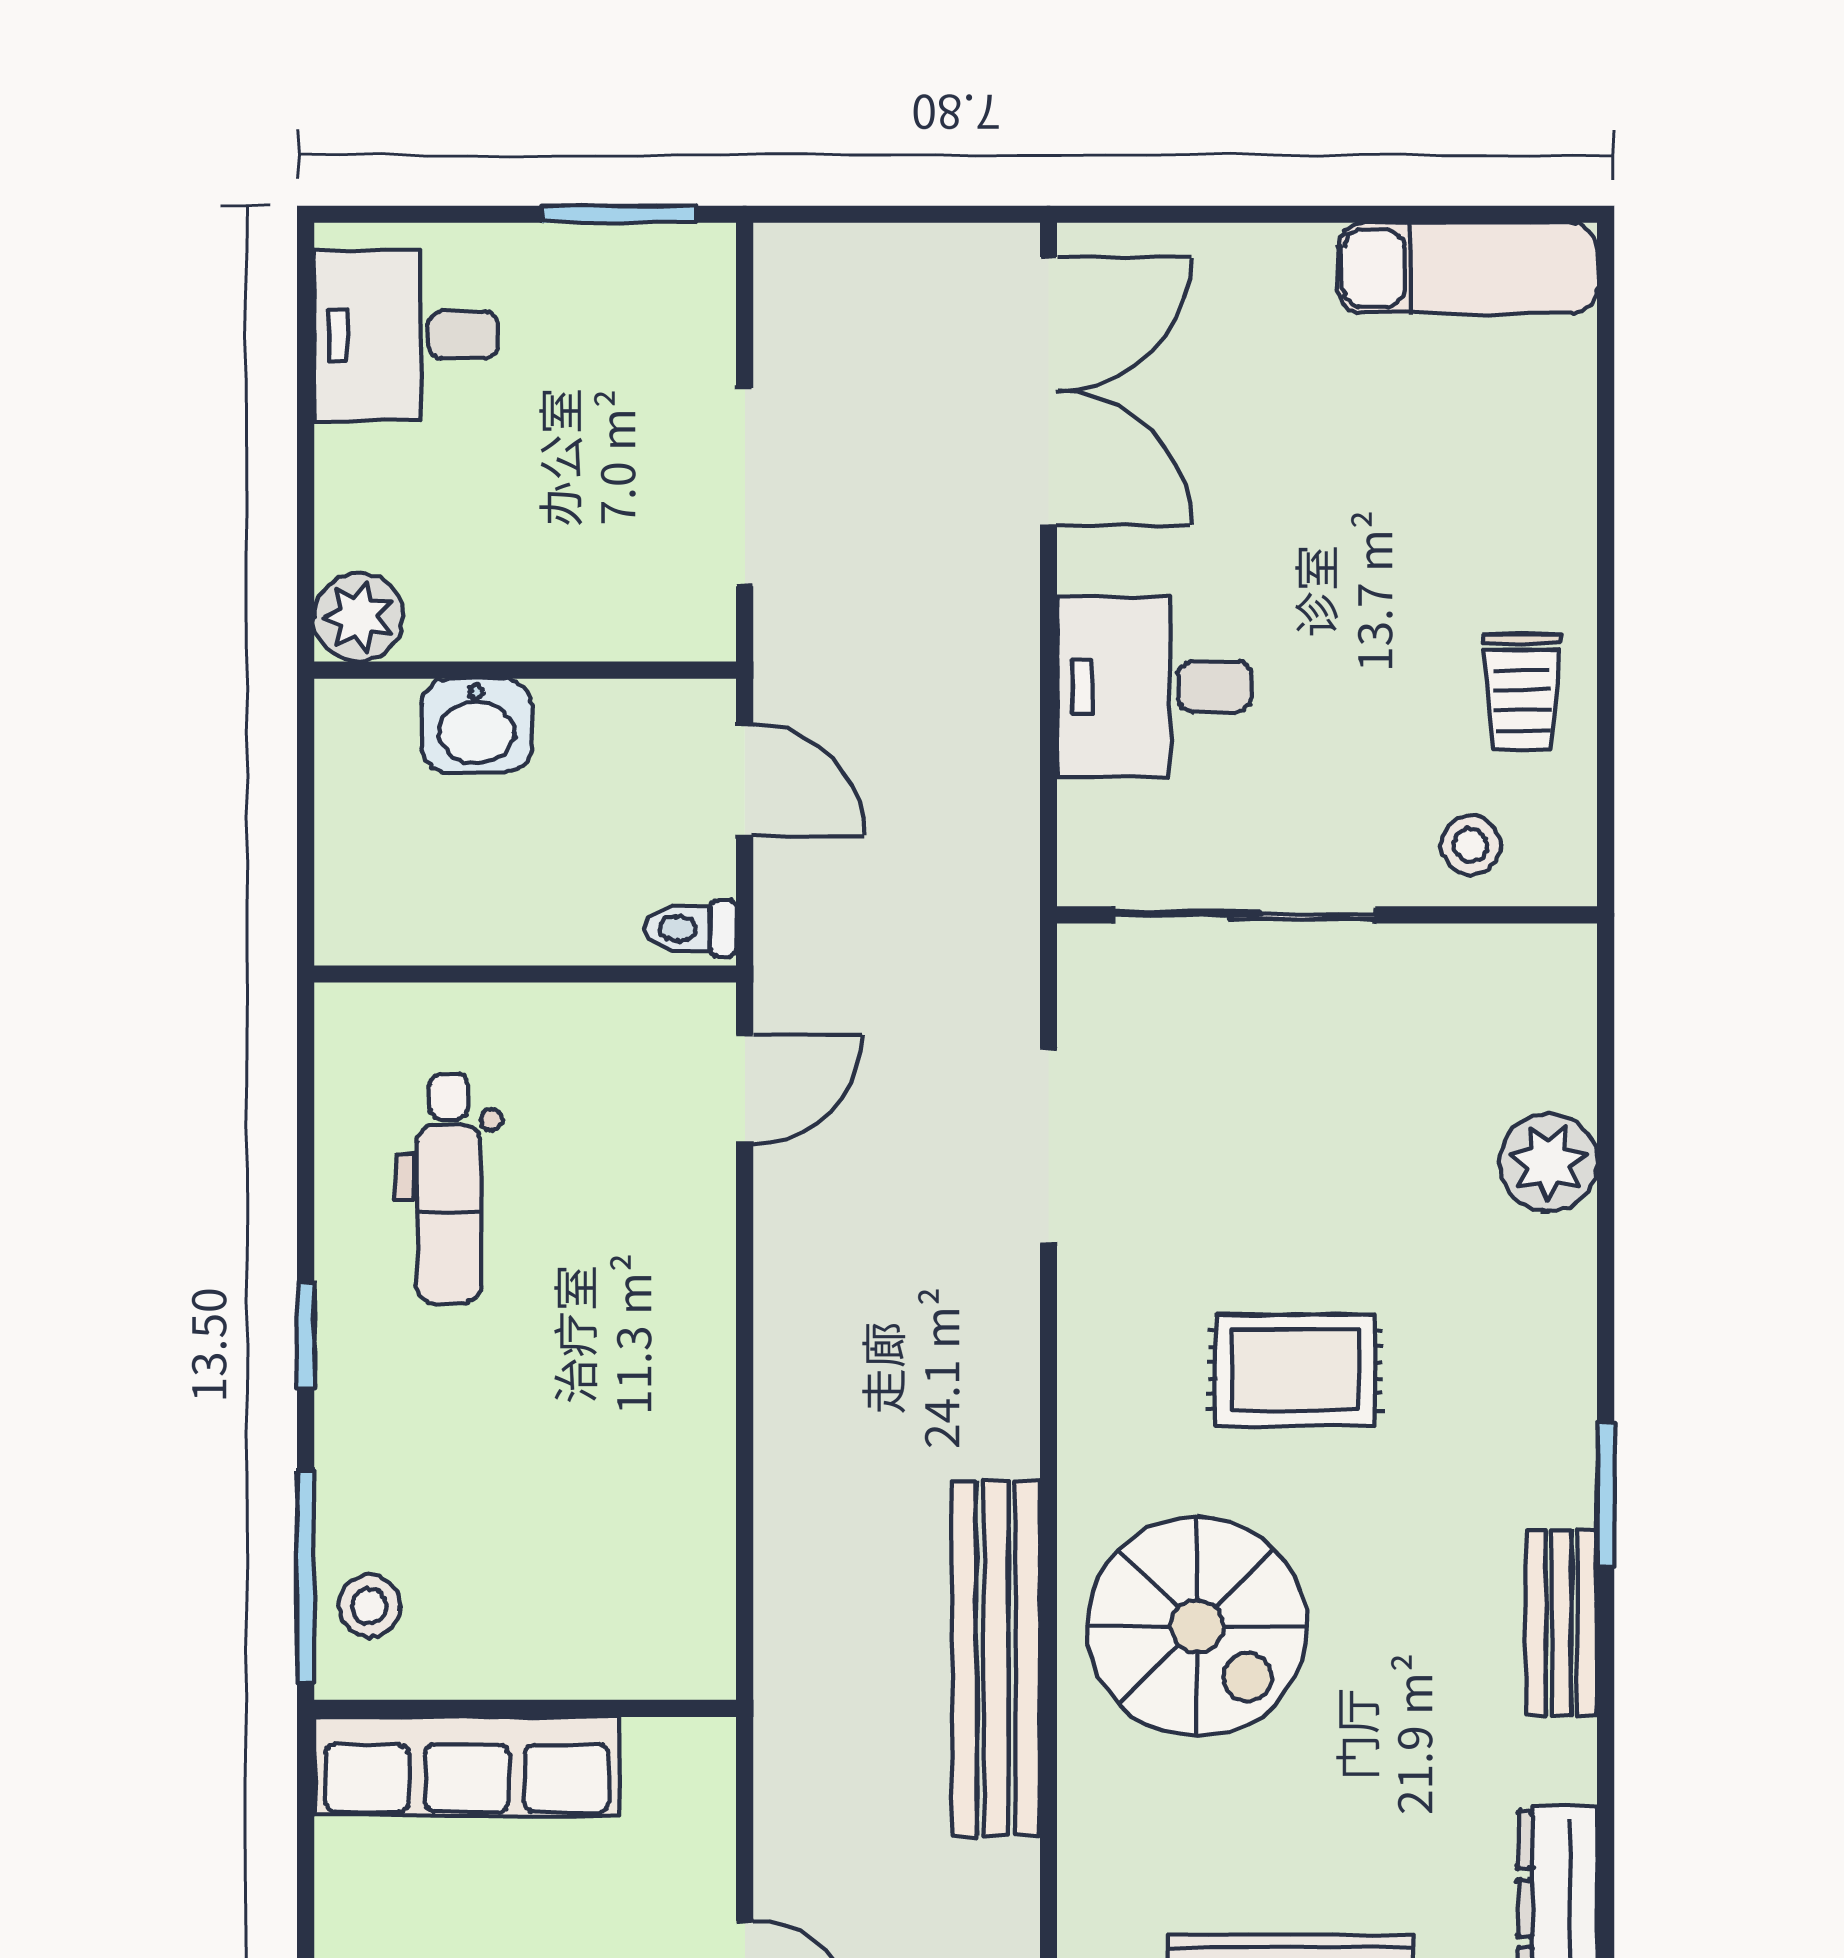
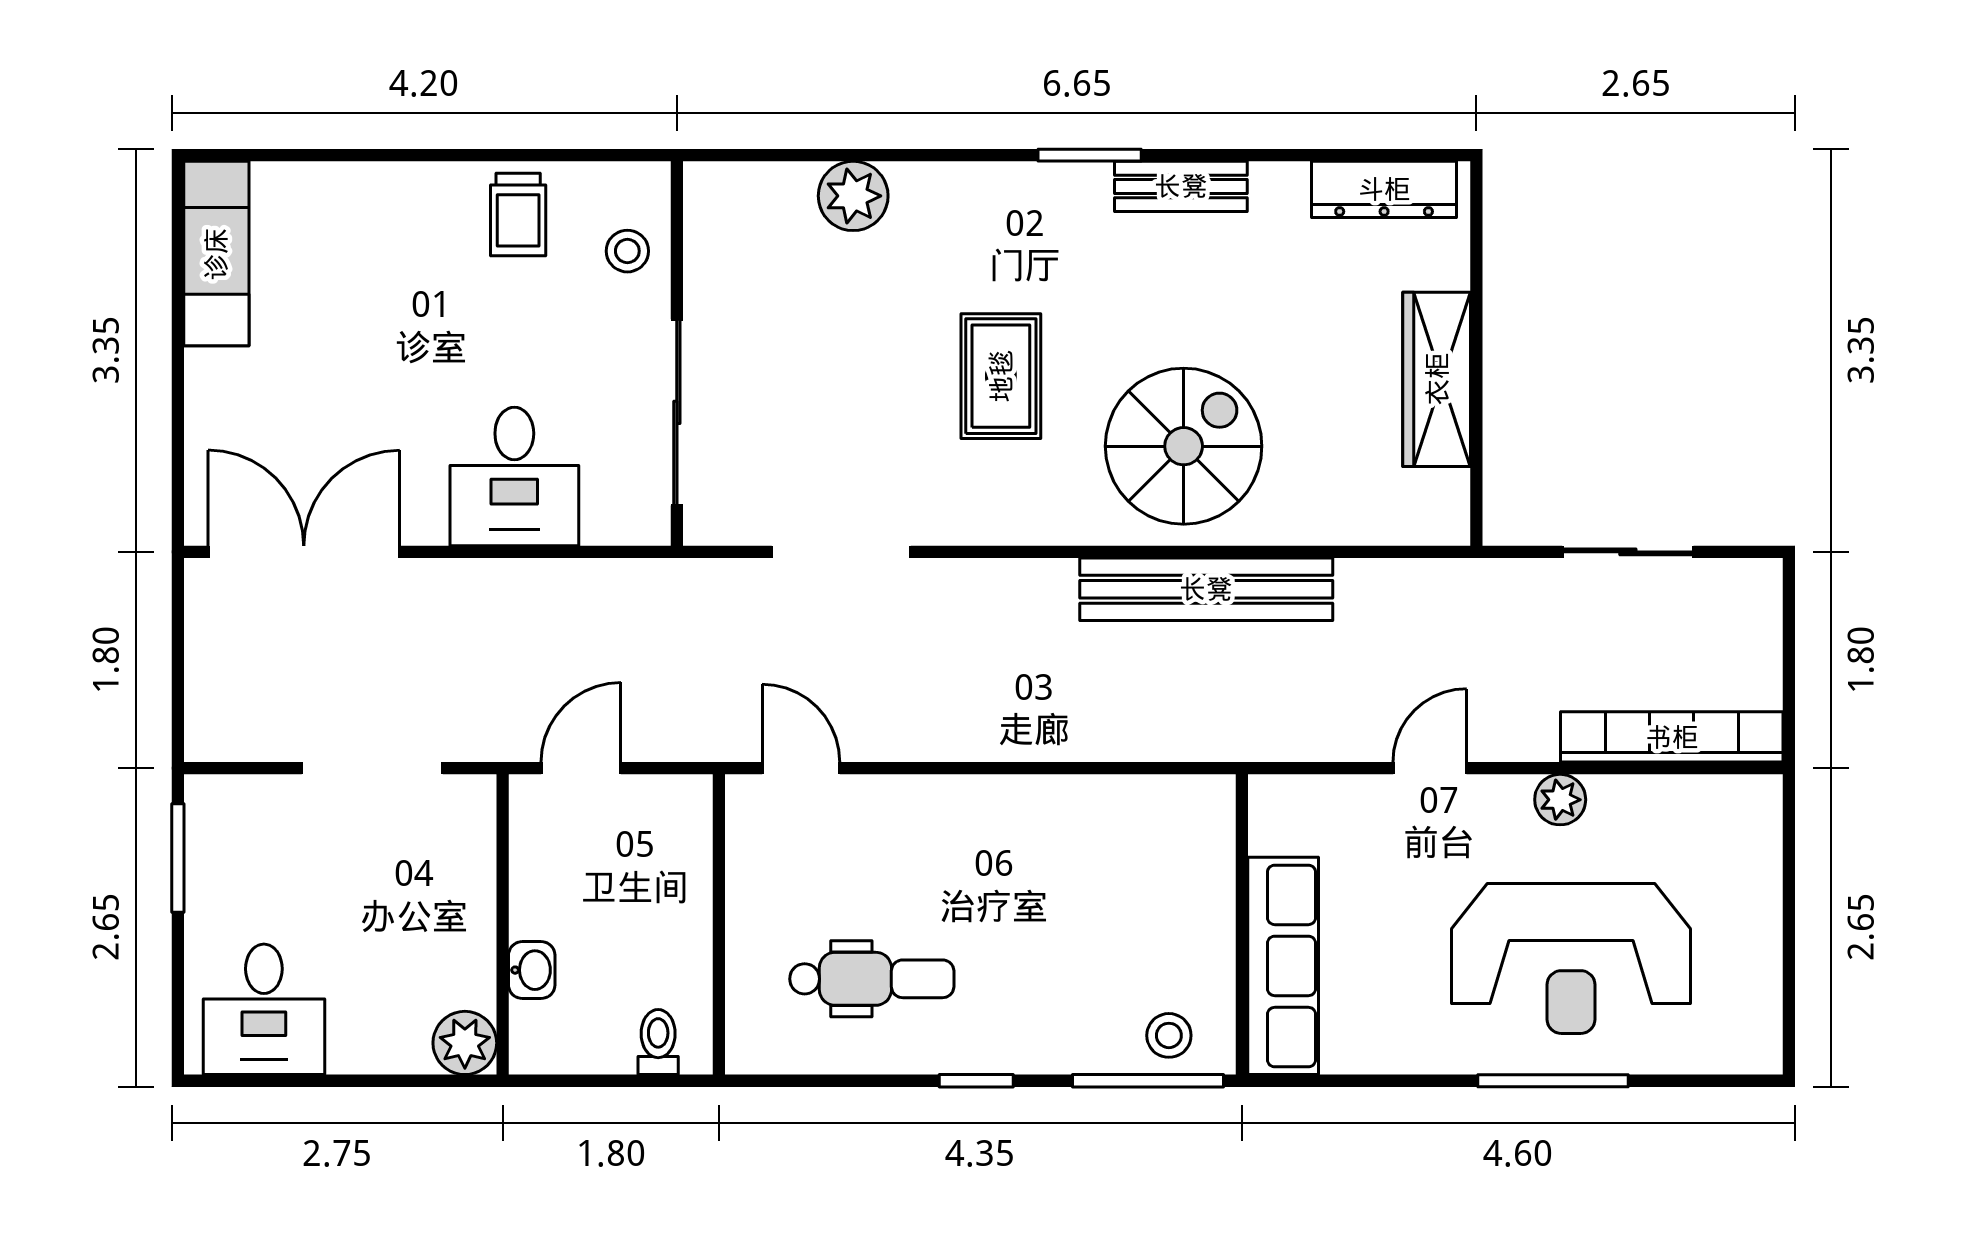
trolley: (1522, 692) -> (518, 215), turned 90
washbasin: (476, 726) -> (532, 970), width x0.72, depth x0.69
toilet: (690, 929) -> (658, 1042), moved, turned 180

